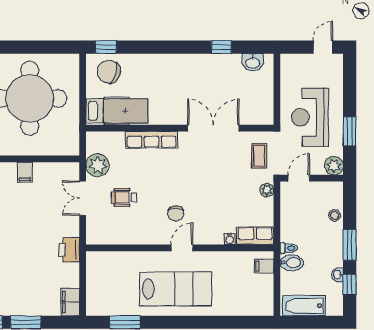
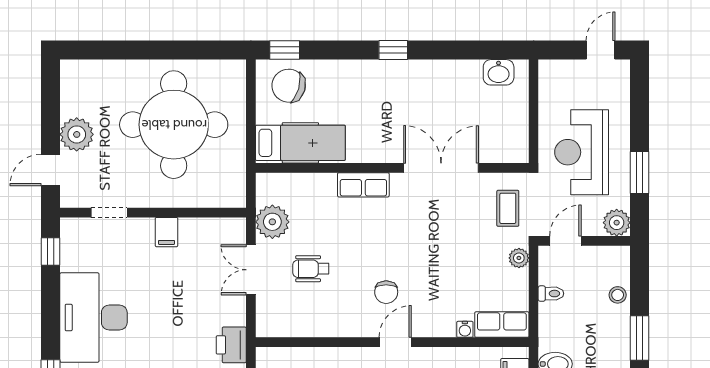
window: (221, 47) -> (393, 50), moved
row of seats: (152, 140) -> (363, 185), width x0.68
toilet: (289, 248) -> (551, 294), moved

